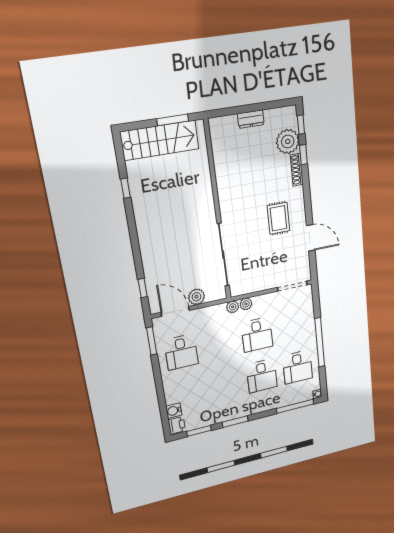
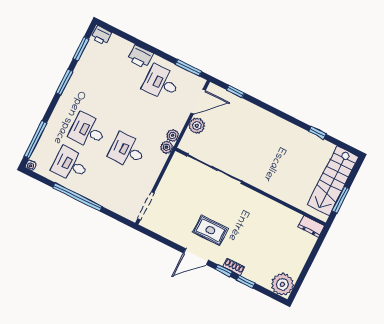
dresser: (251, 119) -> (311, 226), moved, turned -90
window: (301, 125) -> (224, 271), moved
plant: (288, 141) -> (282, 284), moved
shoe rack: (297, 170) -> (234, 267), width x0.70
door: (311, 238) -> (196, 257), moved
plant: (246, 304) -> (172, 135), moved
printer: (171, 384) -> (140, 57), added
water cooler: (174, 411) -> (116, 42), removed

